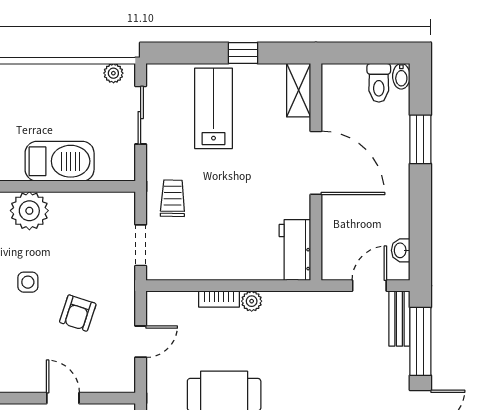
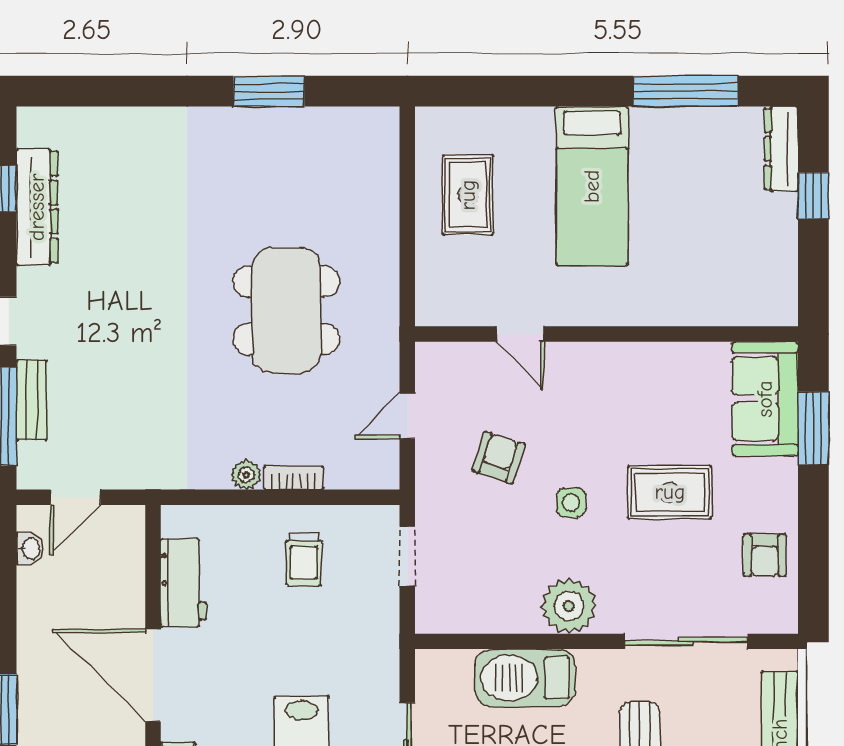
trolley: (173, 198) -> (304, 559), moved
workbench: (295, 250) -> (183, 583), moved
bench: (399, 319) -> (32, 400), moved

